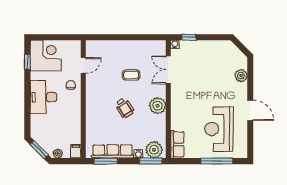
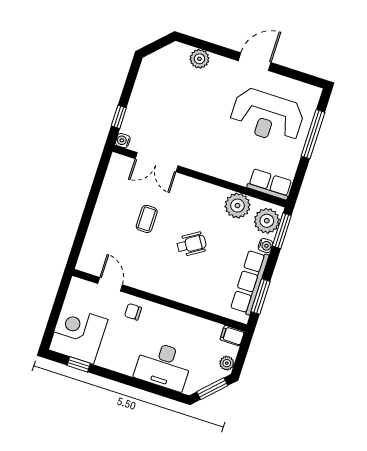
desk: (43, 97) -> (163, 366), moved
plant: (158, 106) -> (237, 206), moved

